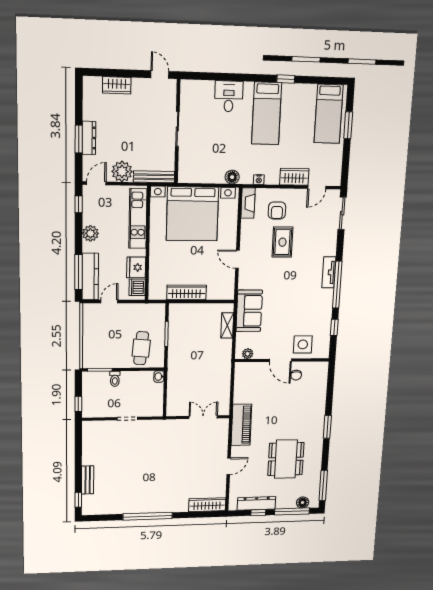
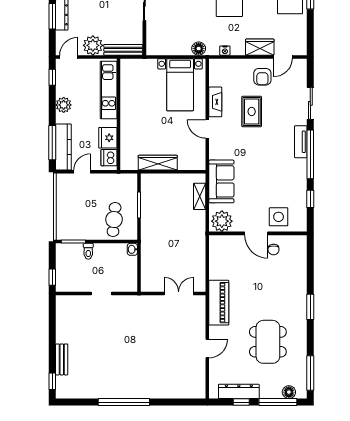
fireplace: (248, 203) -> (215, 102), moved
armchair: (277, 210) -> (262, 77), moved
sliding door: (342, 213) -> (310, 103), moved
bed with nightstands: (192, 214) -> (180, 85), width x0.54
plant: (248, 354) -> (222, 221), width x1.88, depth x1.88
wardrobe: (207, 505) -> (186, 391), removed

